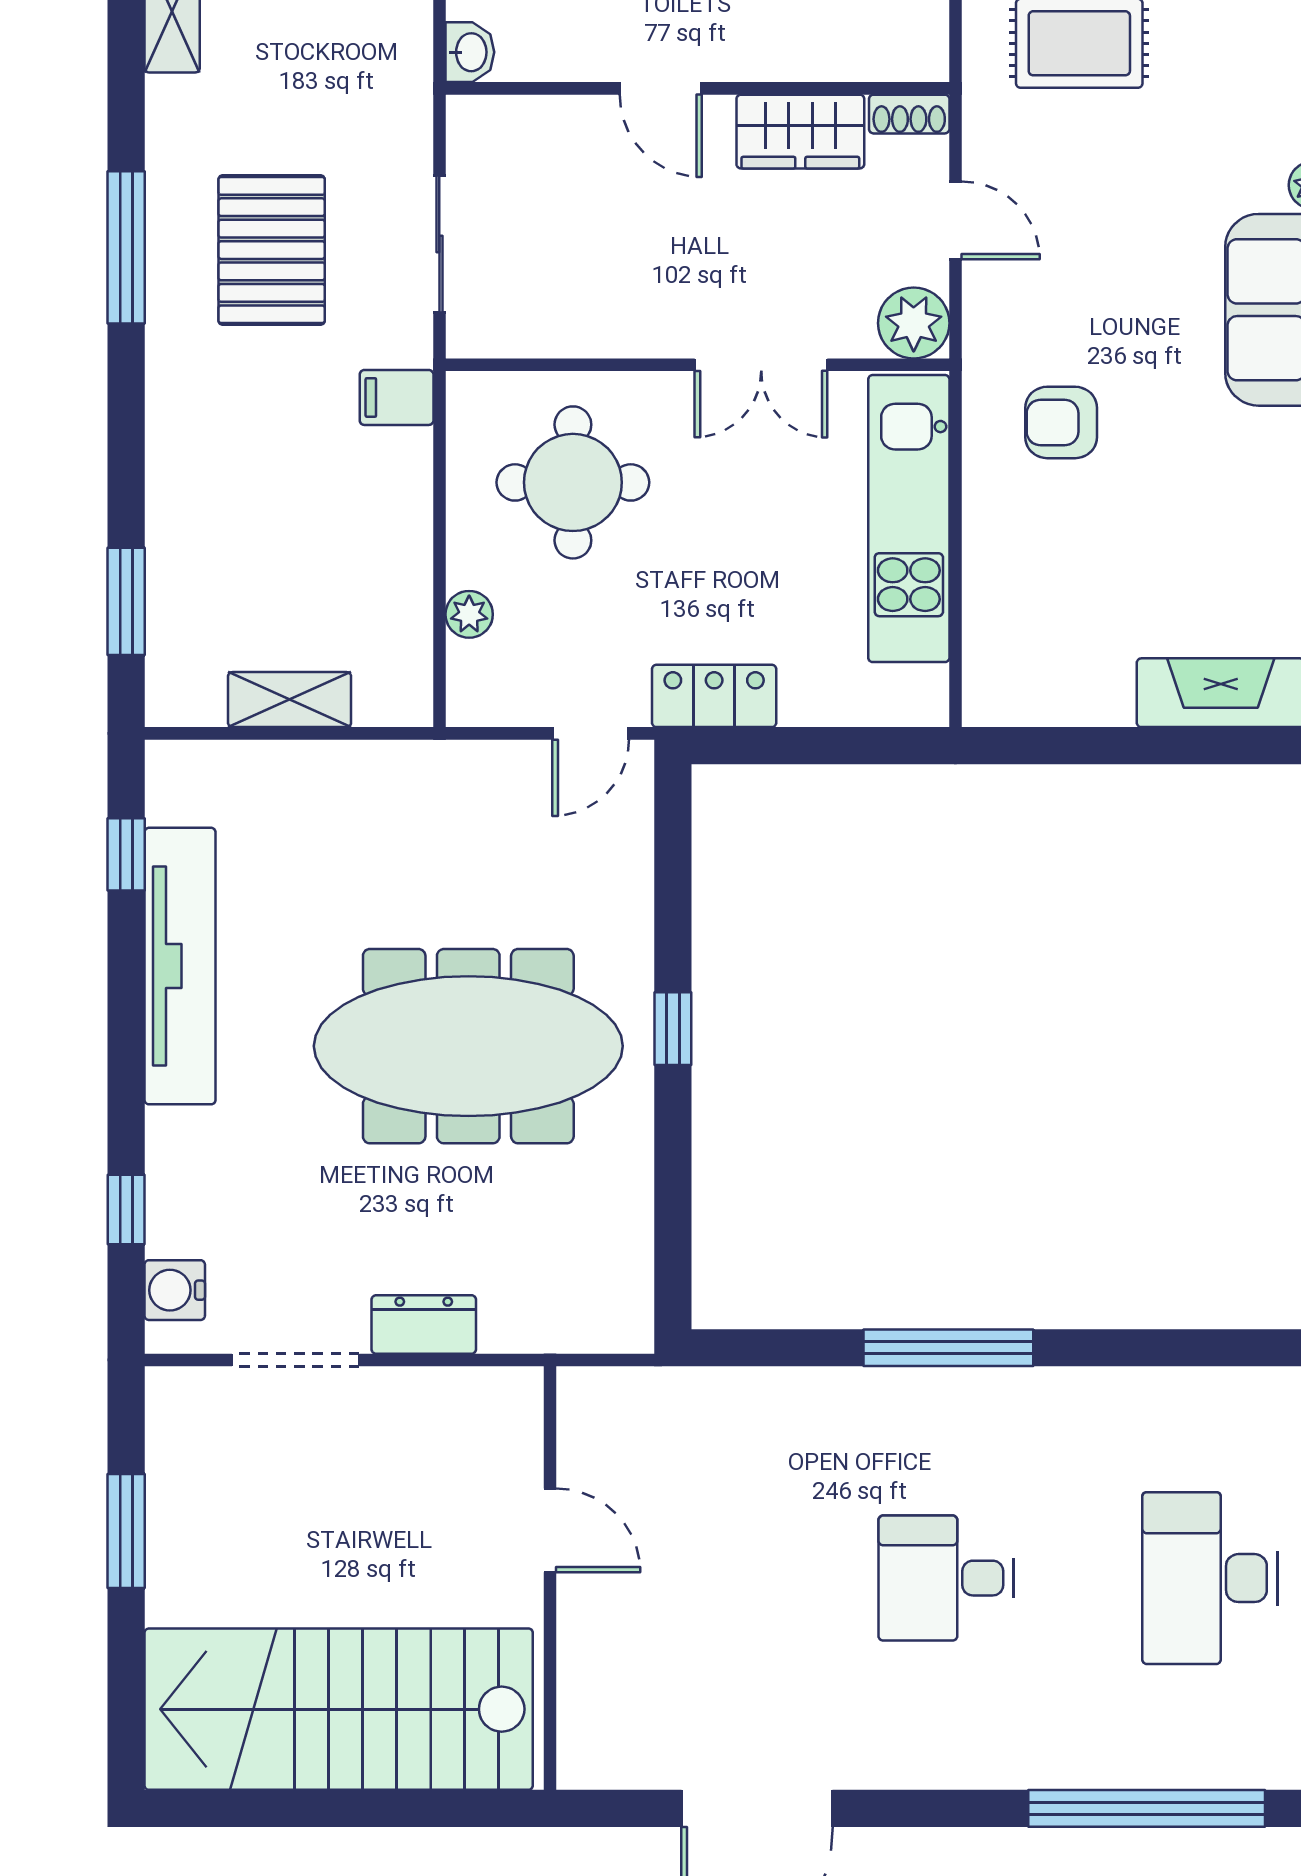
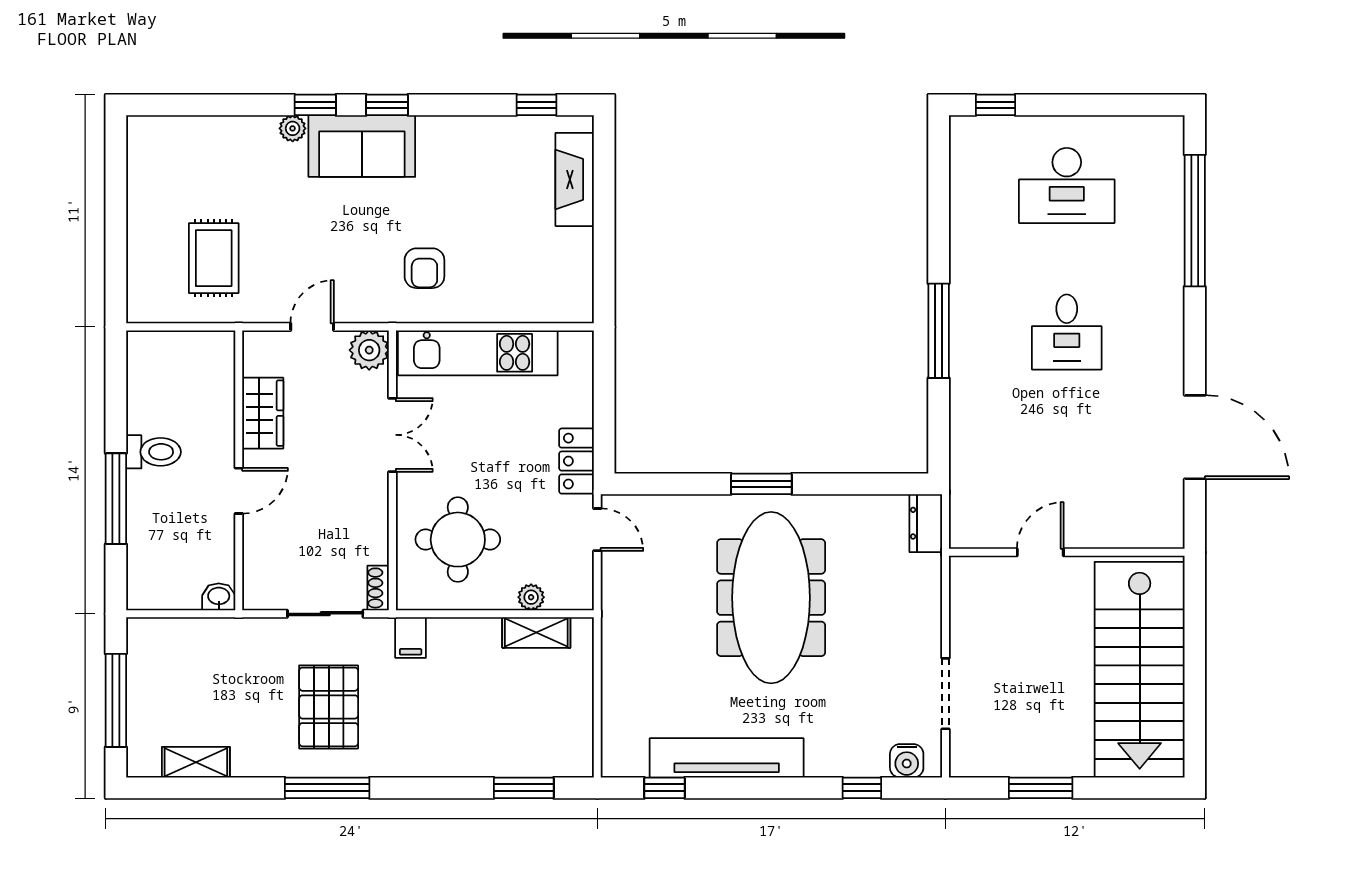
shoe rack: (909, 114) -> (378, 588), moved, turned 180
pallet: (272, 250) -> (329, 707), turned 90
shelving: (290, 700) -> (536, 632), moved, turned 90
window: (673, 1029) -> (761, 484), width x1.50
dresser: (424, 1325) -> (926, 523), moved

